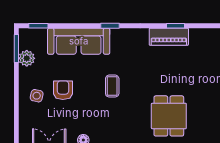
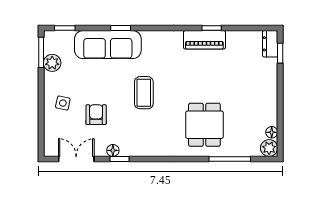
window: (110, 26) -> (121, 28), moved
coffee table: (112, 86) -> (144, 93), width x1.36, depth x1.30
armchair: (63, 90) -> (96, 115), moved

